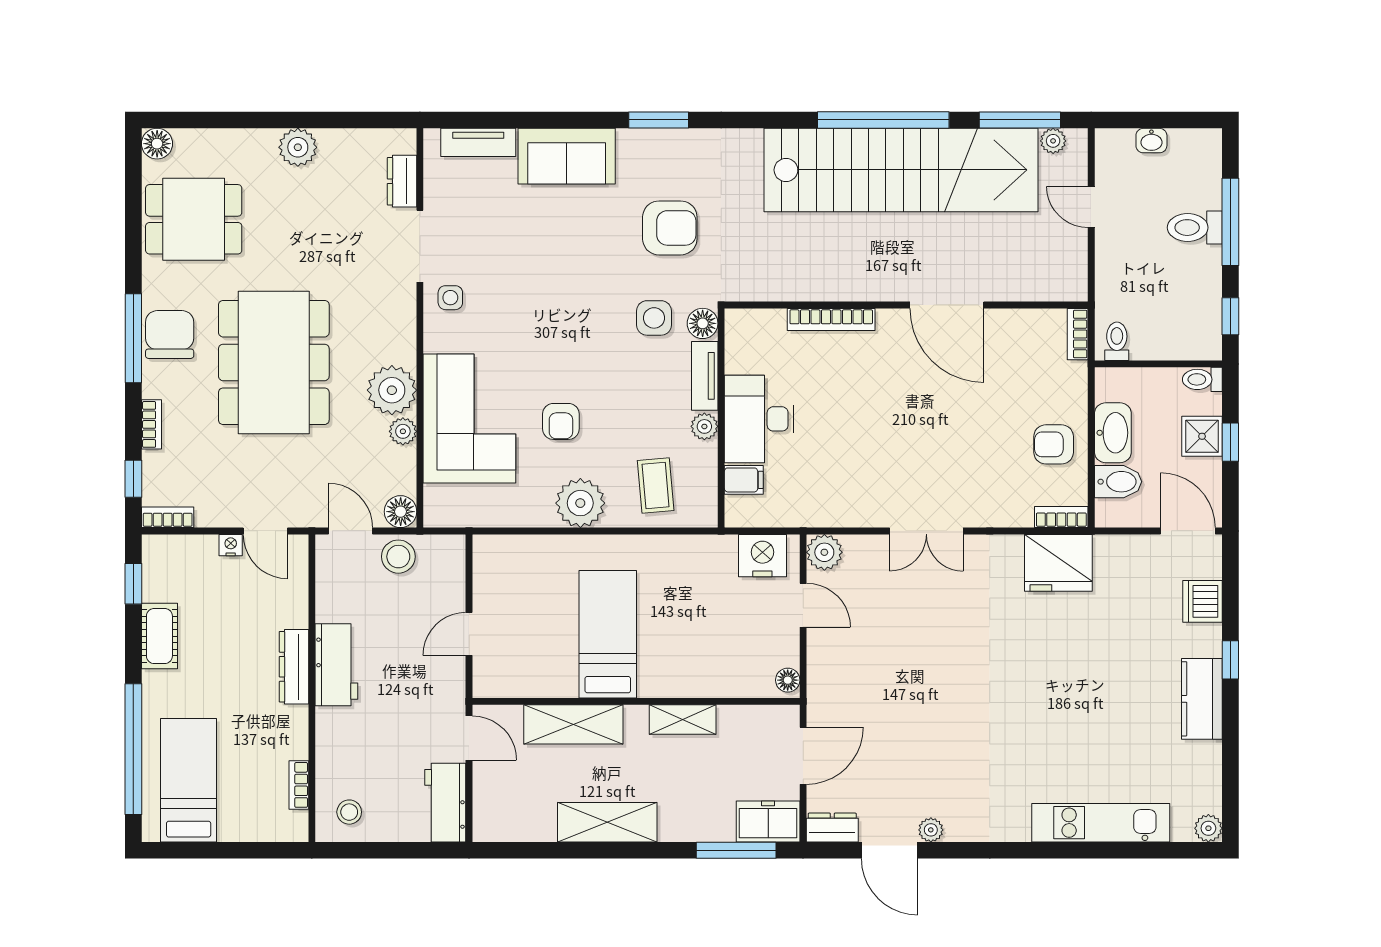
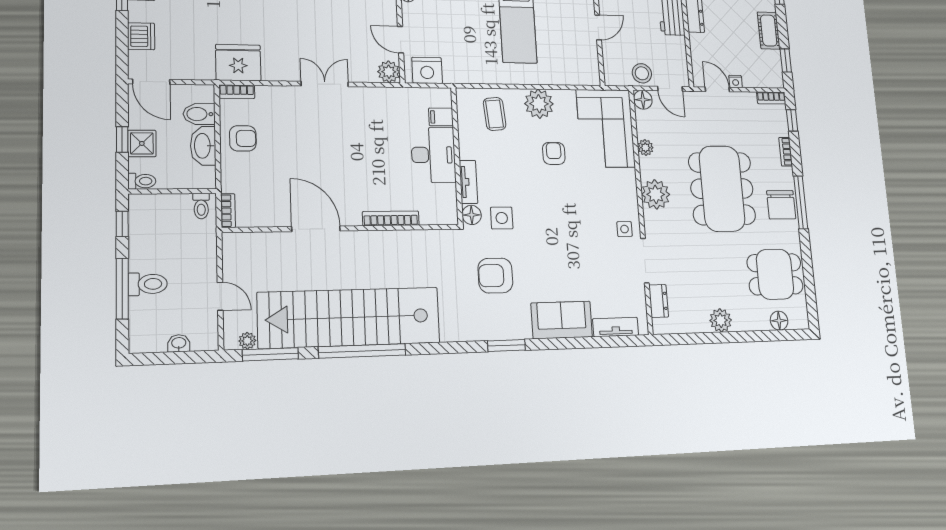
floor lamp: (157, 144) -> (779, 321), moved
plant: (392, 390) -> (656, 194), moved
corner sofa: (469, 418) -> (606, 128), moved
plant: (704, 426) -> (467, 150), removed

